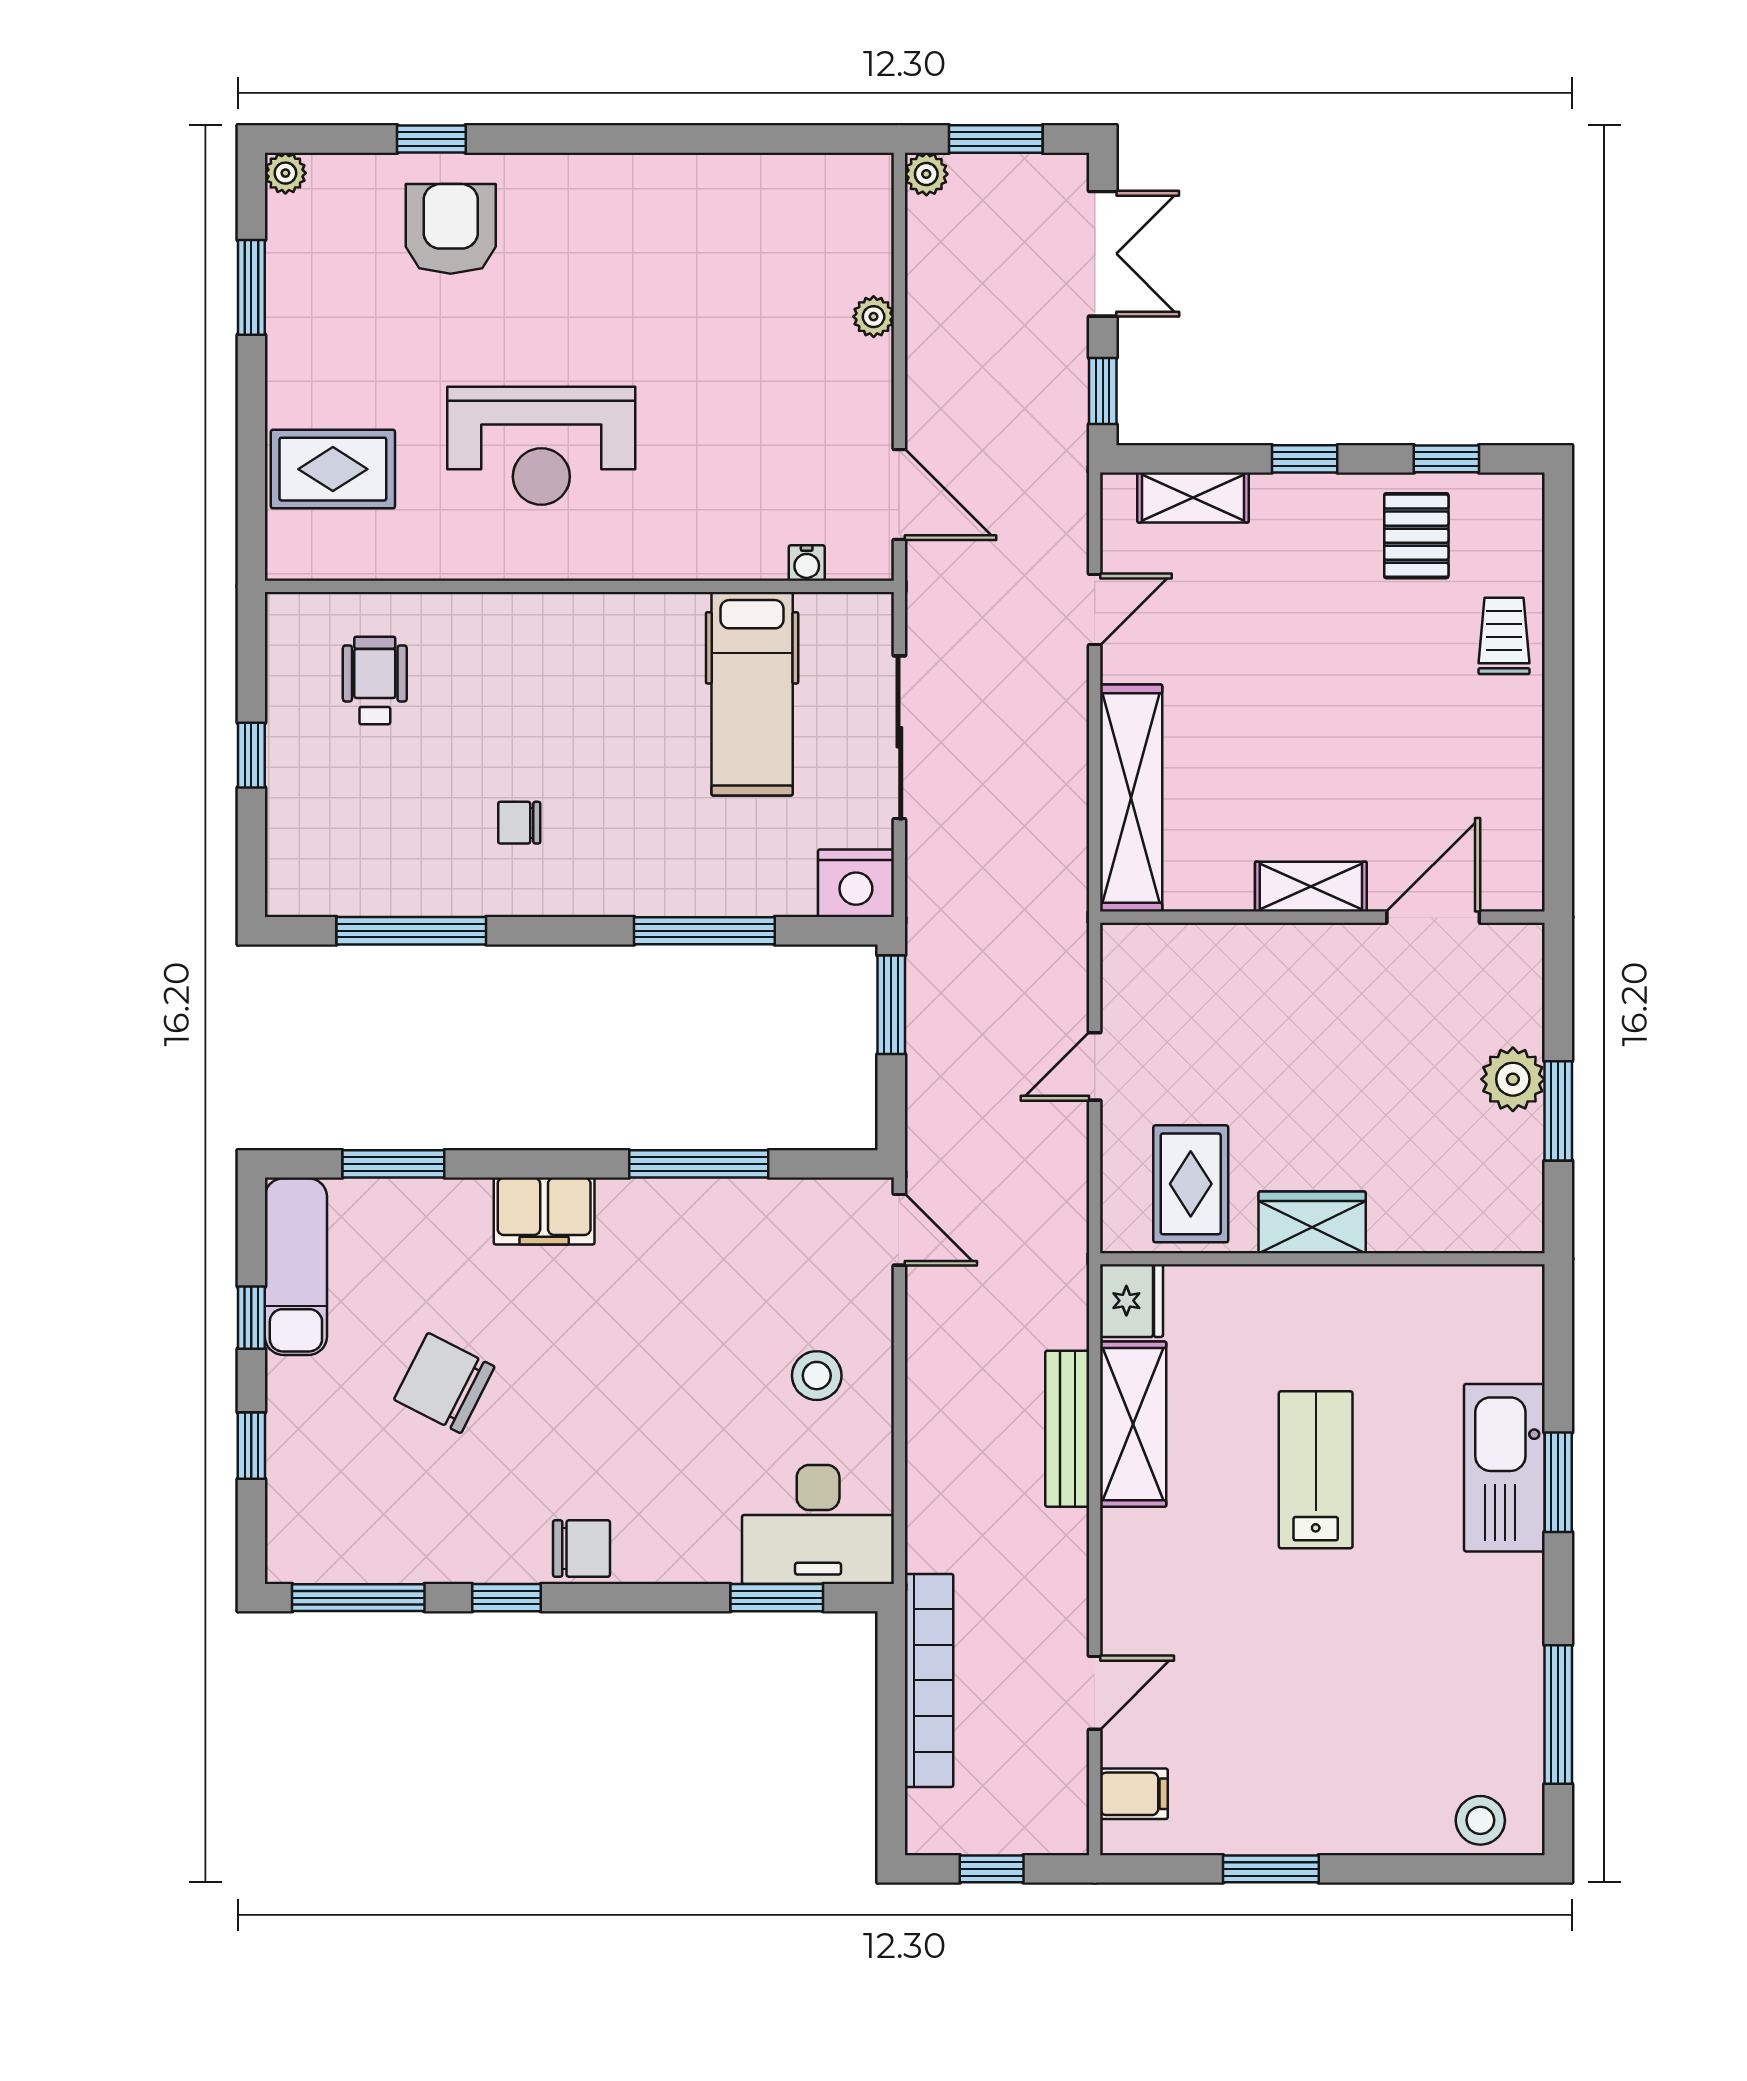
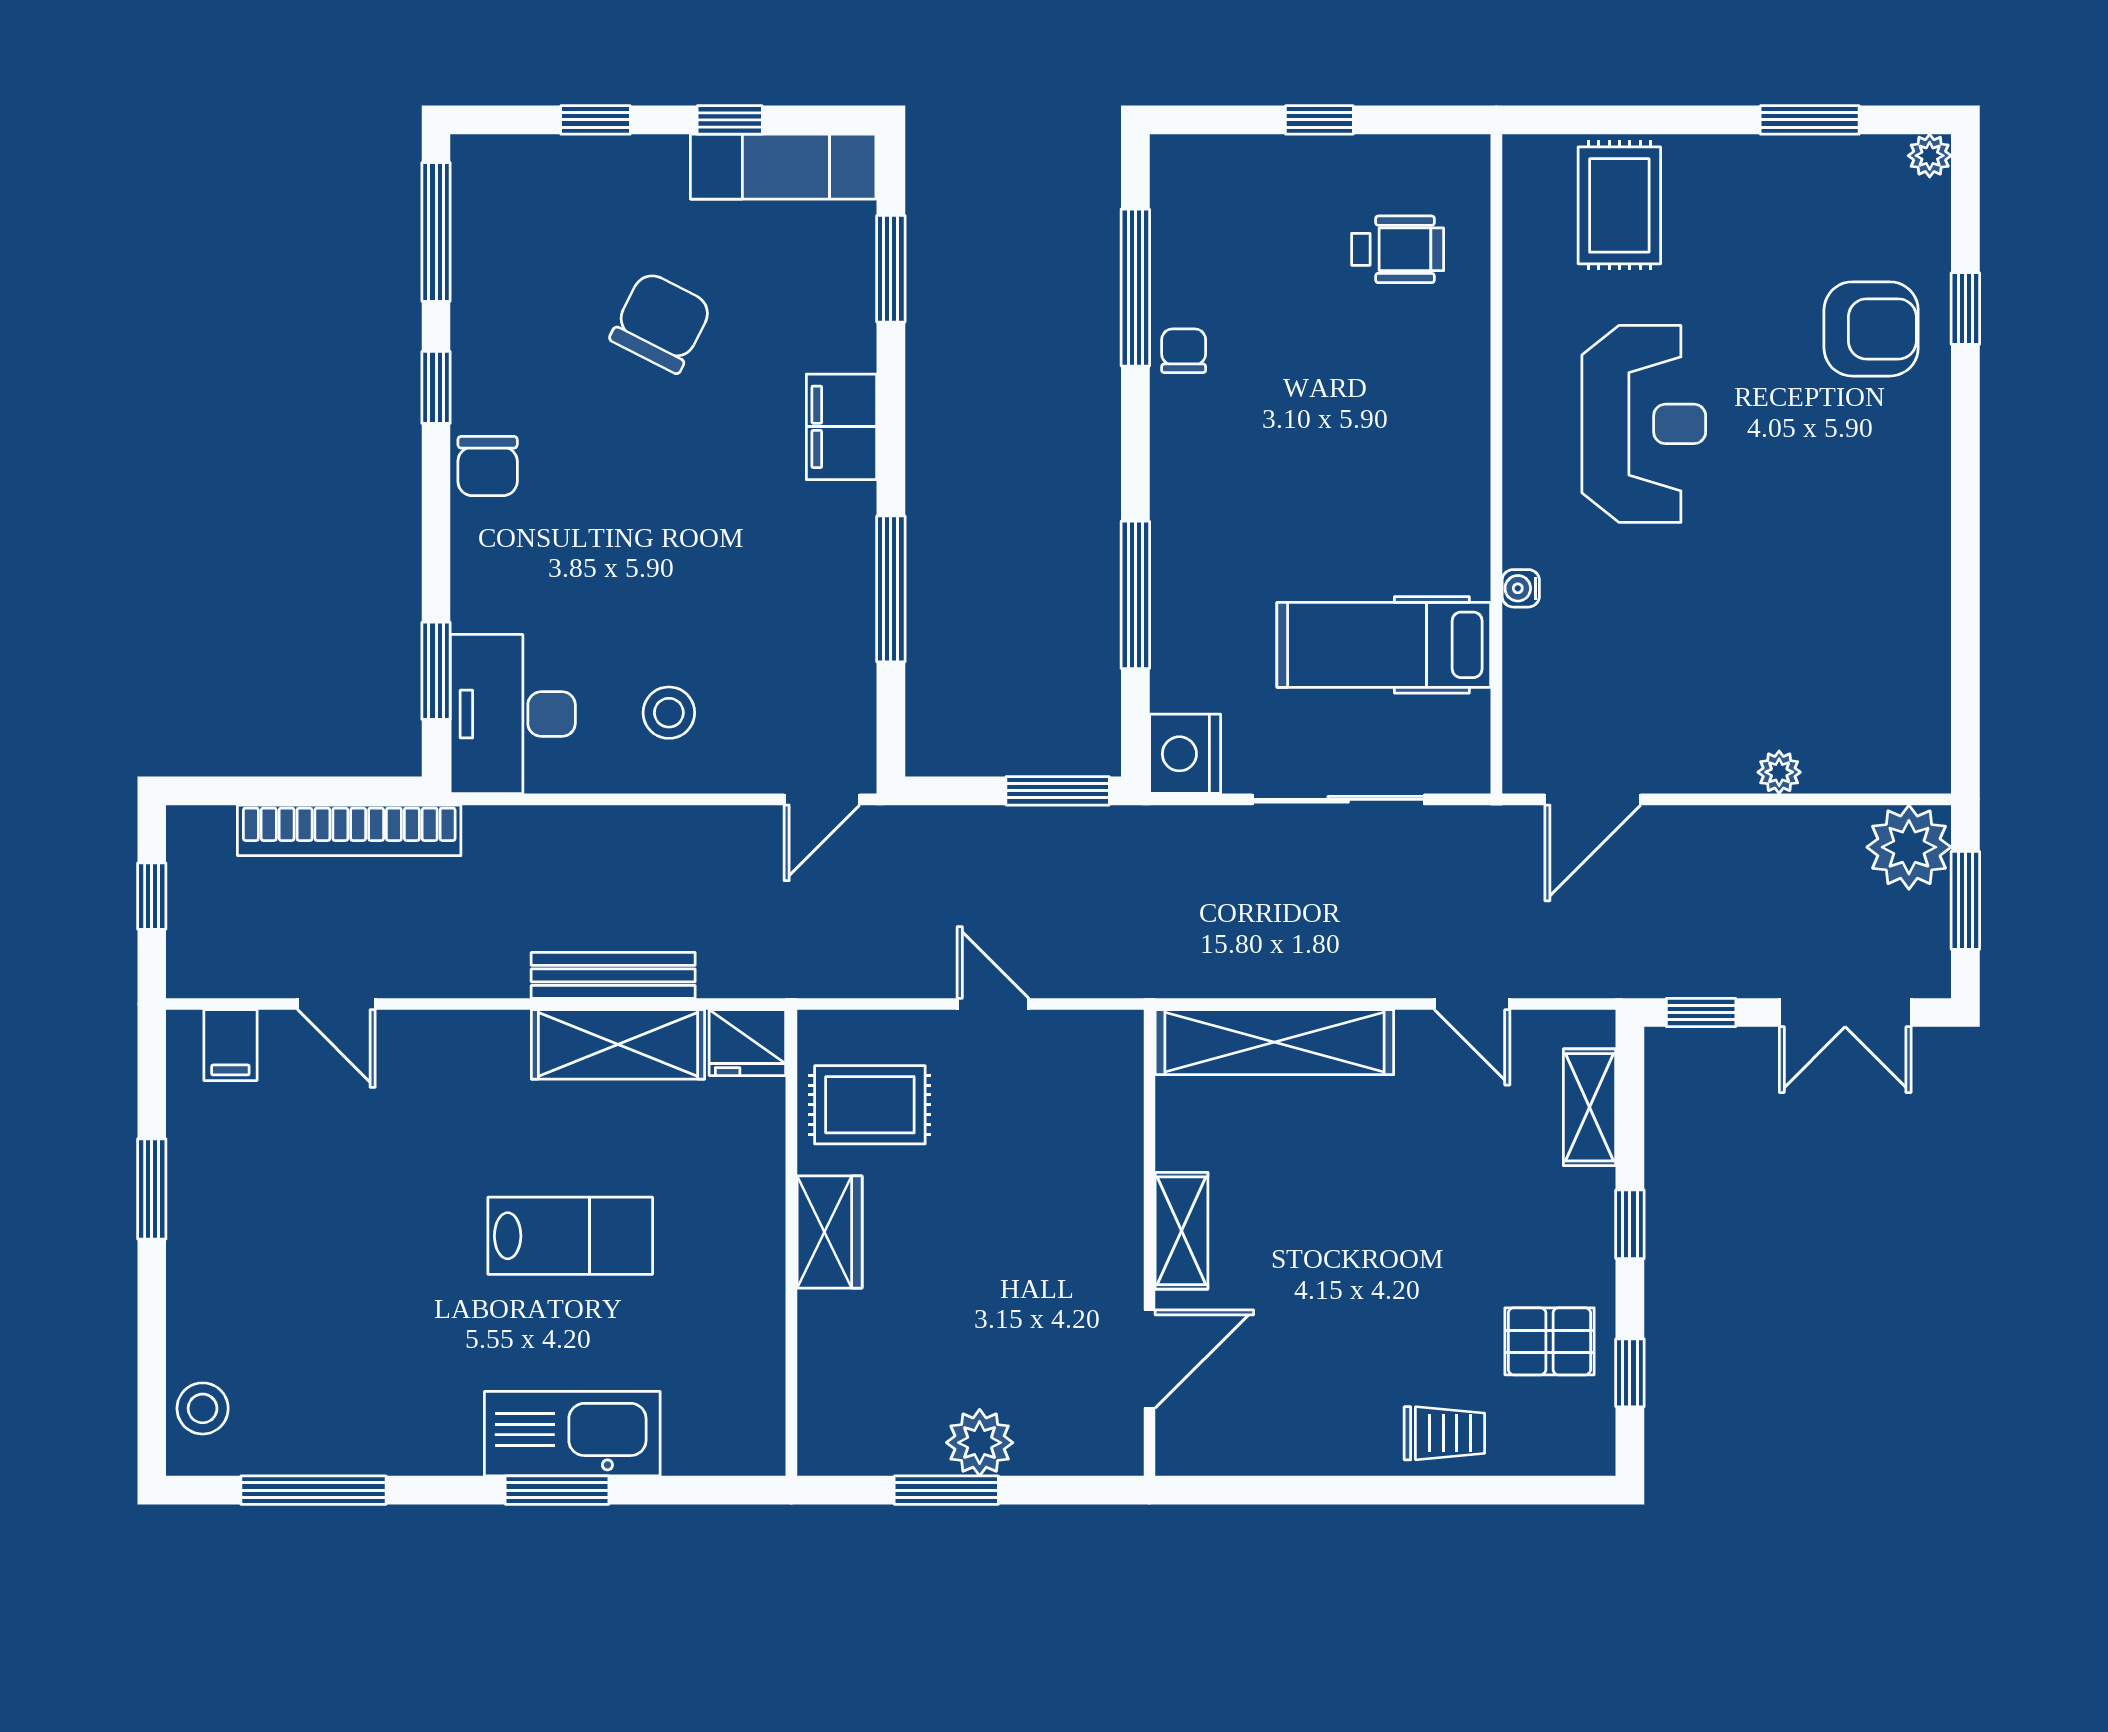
plant: (926, 174) -> (1909, 847), width x1.88, depth x1.88
reception desk: (541, 446) -> (1644, 424), turned 180
water cooler: (807, 563) -> (1521, 588), moved
chair: (519, 823) -> (1184, 351), moved
door: (1433, 917) -> (1150, 1359), hinge flipped

